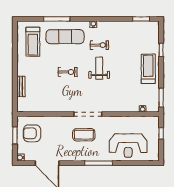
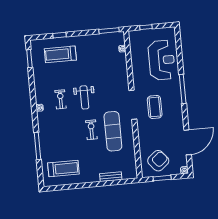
exercise mat: (65, 37) -> (113, 131), moved
weight bench: (99, 68) -> (84, 97), turned -90
treadmill: (148, 69) -> (60, 54), moved
armchair: (32, 133) -> (158, 161), turned -130

